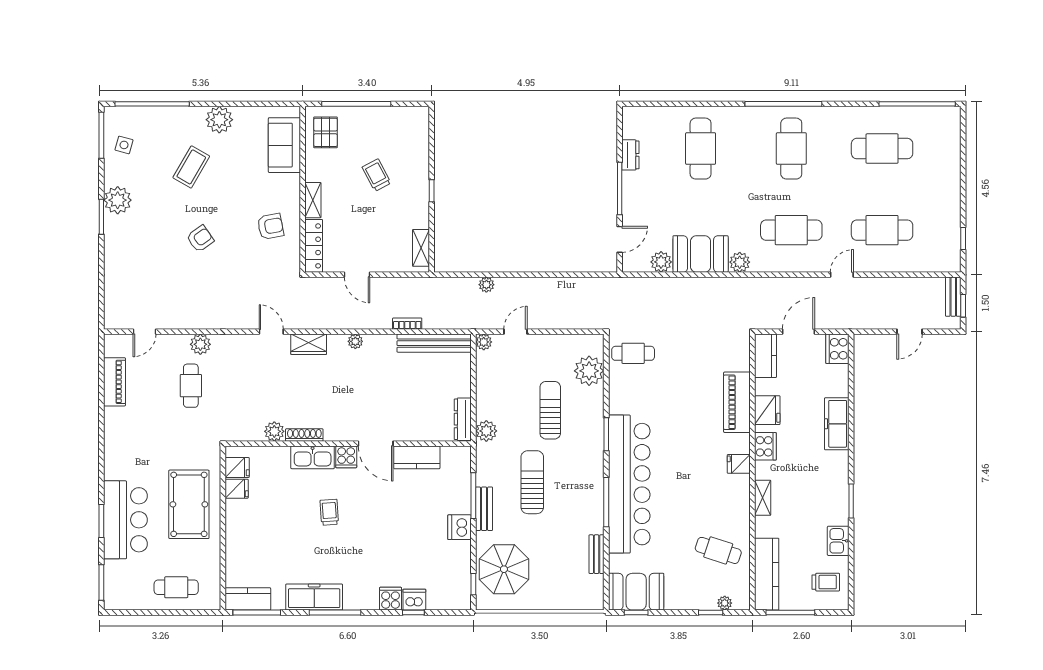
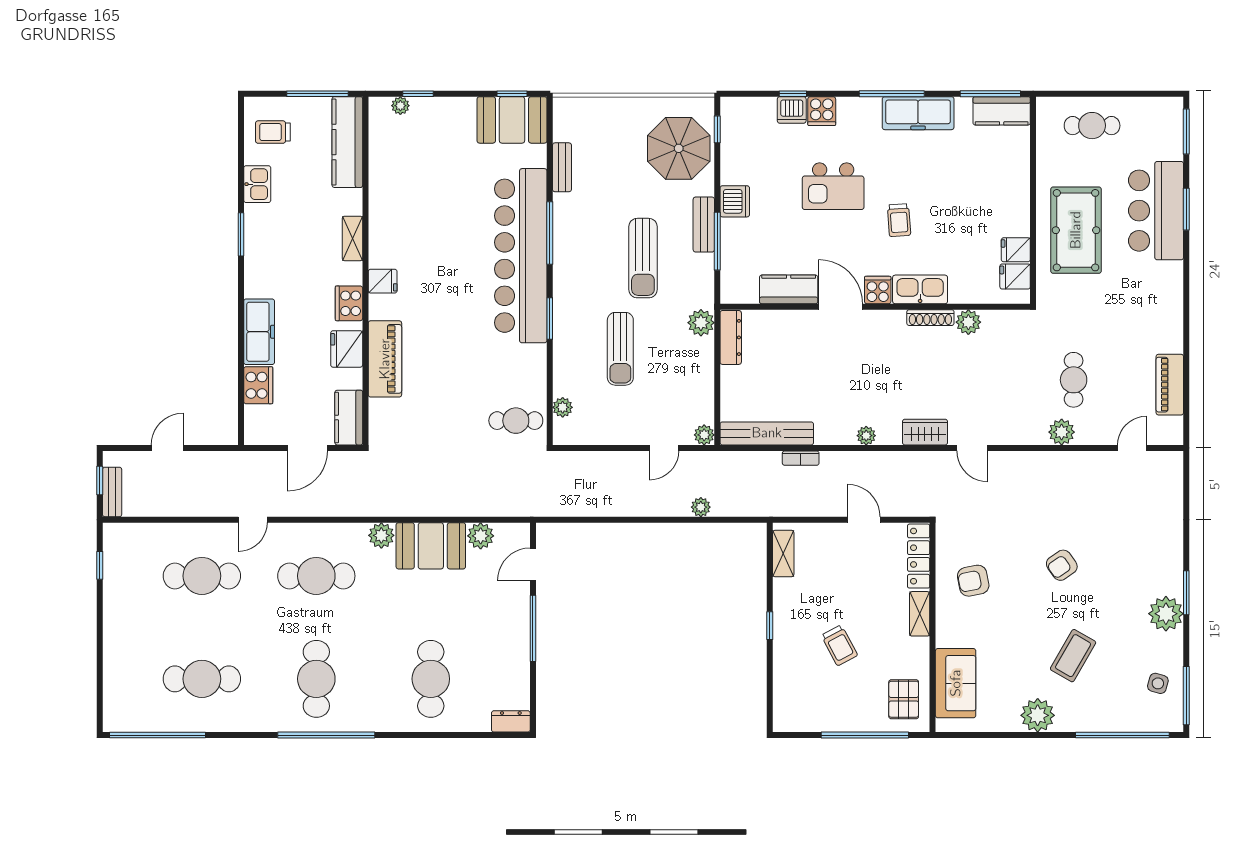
dresser: (630, 155) -> (511, 721), moved, turned 90
cooker: (837, 349) -> (258, 385), moved
plant: (589, 371) -> (563, 407), width x0.53, depth x0.53
kitchen island: (382, 539) -> (833, 186), added
cafe table: (718, 550) -> (408, 172), removed

